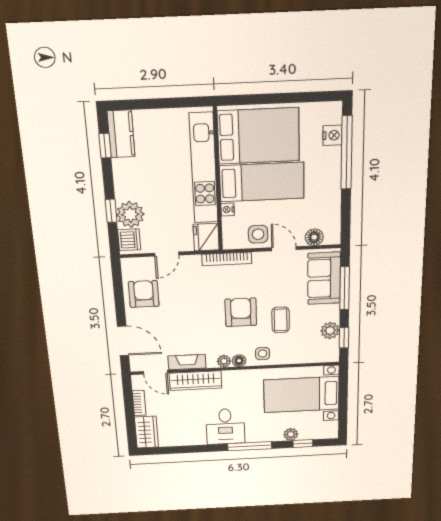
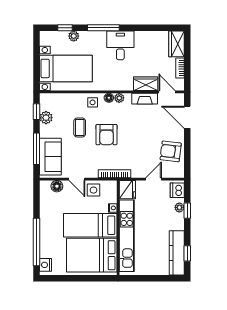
kitchen counter: (121, 134) -> (177, 253), width x1.50
nightstand: (333, 135) -> (45, 265), moved
plant: (130, 214) -> (179, 207), width x0.53, depth x0.53
armchair: (144, 294) -> (171, 151), turned 97
wardrobe: (195, 381) -> (146, 84), width x0.67

